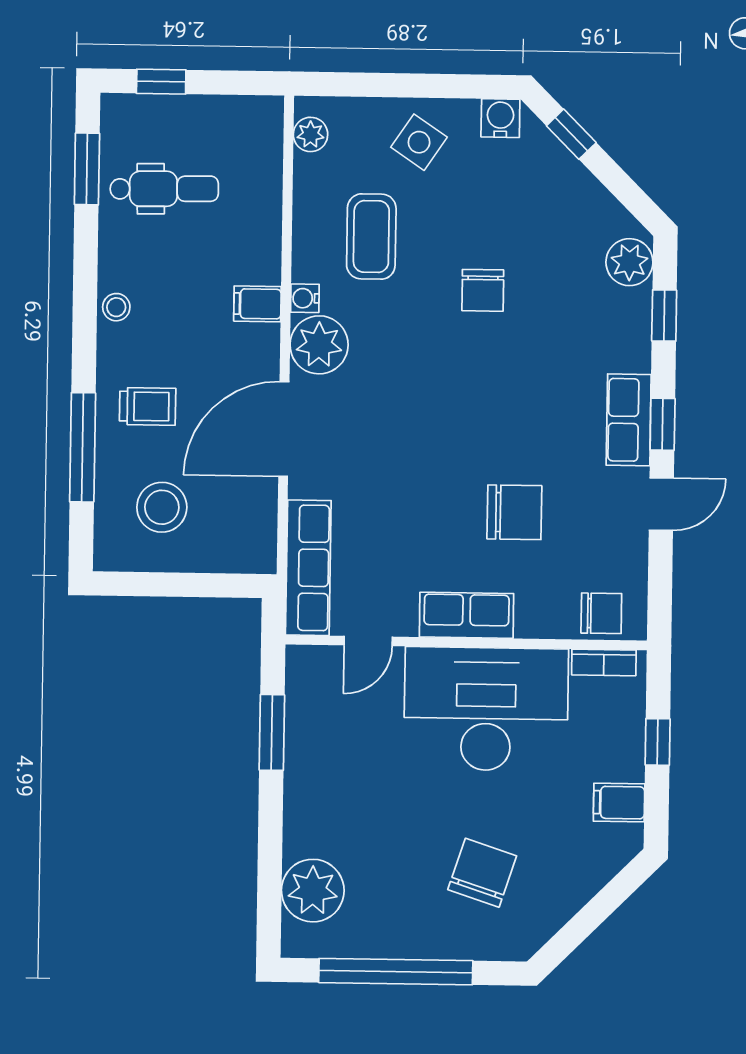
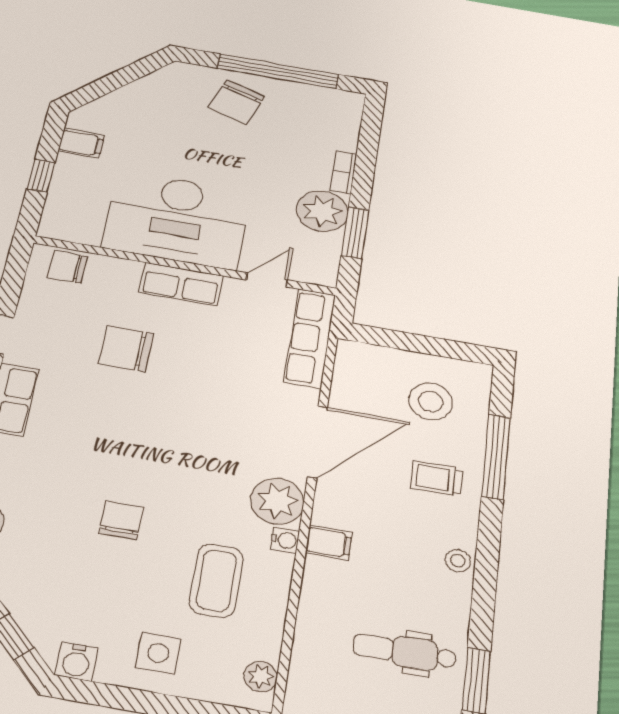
side table: (419, 142) -> (158, 653), turned -34
bookcase: (604, 662) -> (344, 172), moved, turned -90
chair: (482, 873) -> (236, 102), moved
plant: (313, 891) -> (322, 211), moved

